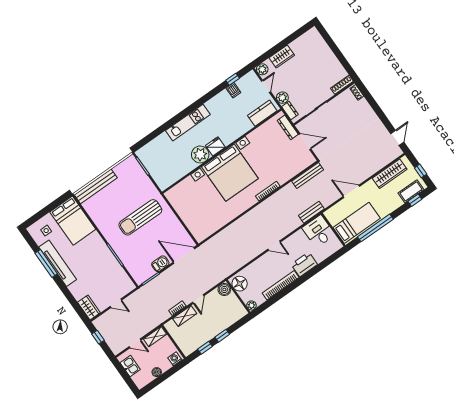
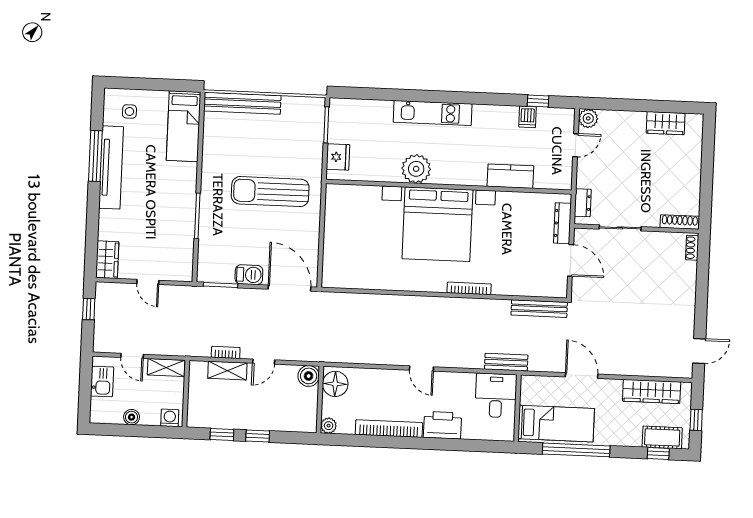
wardrobe: (282, 57) -> (666, 123), moved
plant: (282, 98) -> (586, 178), removed
kitchen counter: (262, 113) -> (510, 176), moved
fridge: (215, 146) -> (338, 157), moved, turned 90
bed: (73, 221) -> (184, 126), width x0.67

